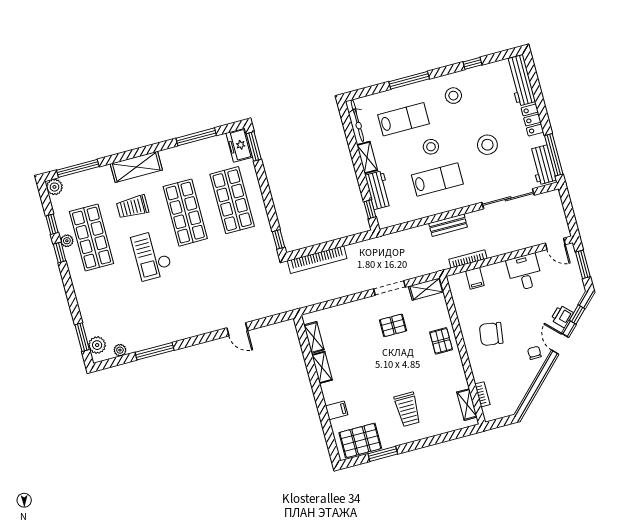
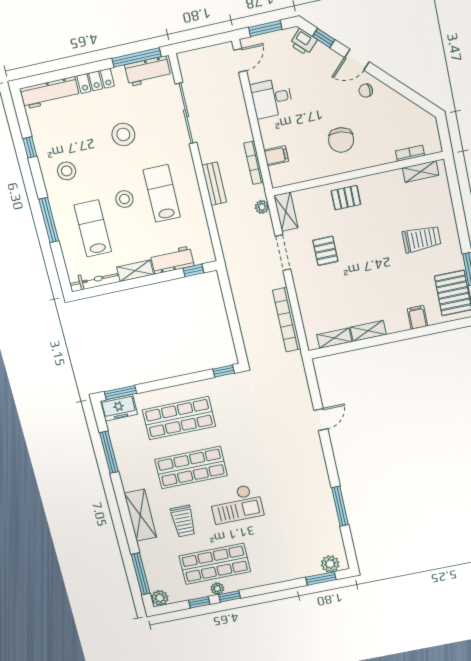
bookcase: (317, 260) -> (287, 320), moved, turned 180
printer: (562, 316) -> (303, 42), moved
plant: (120, 350) -> (262, 207), moved

